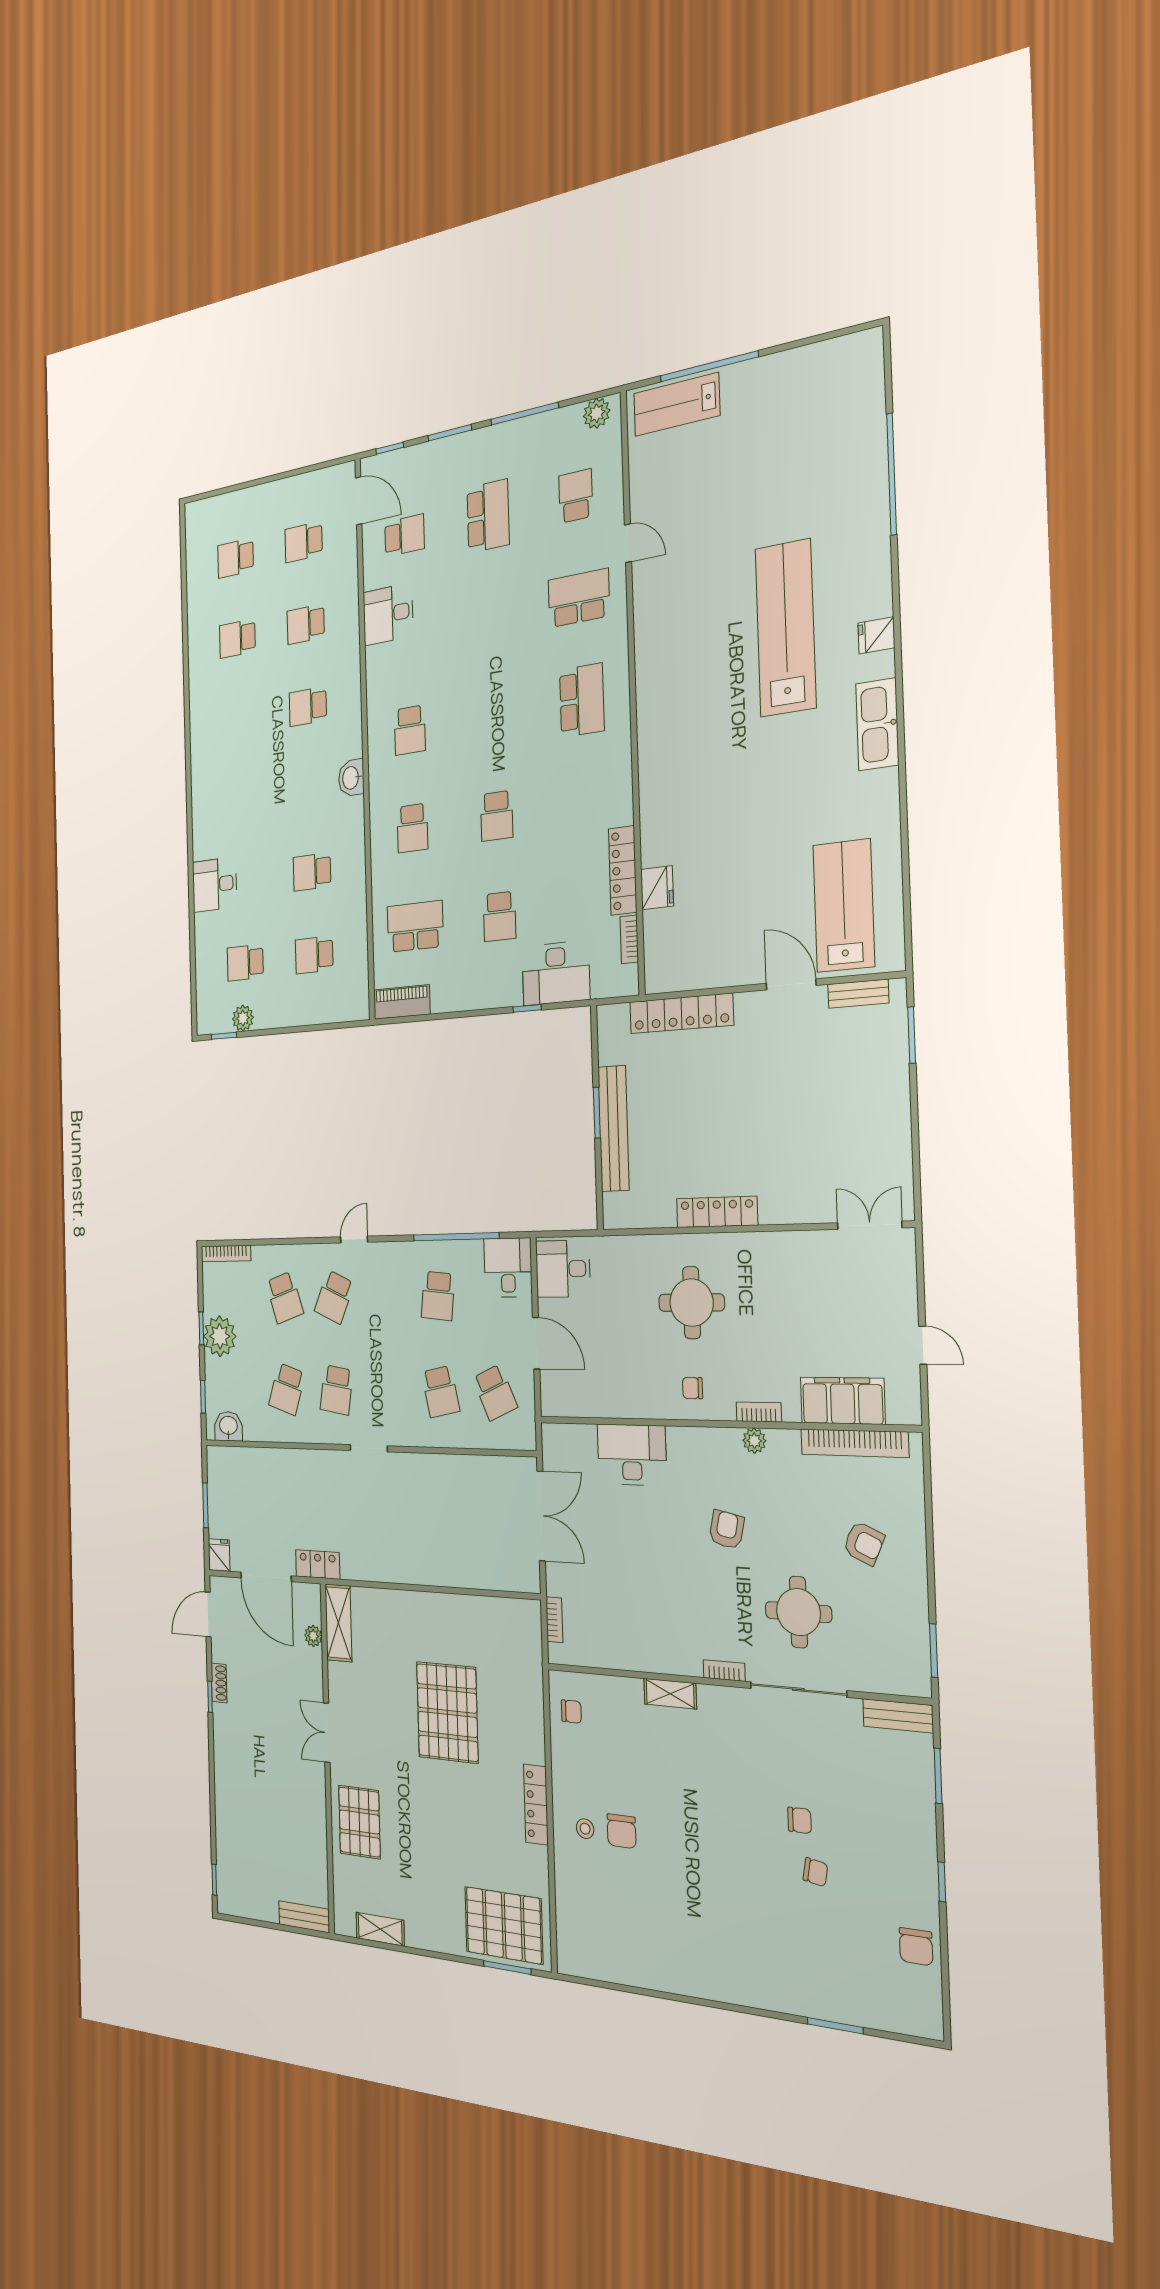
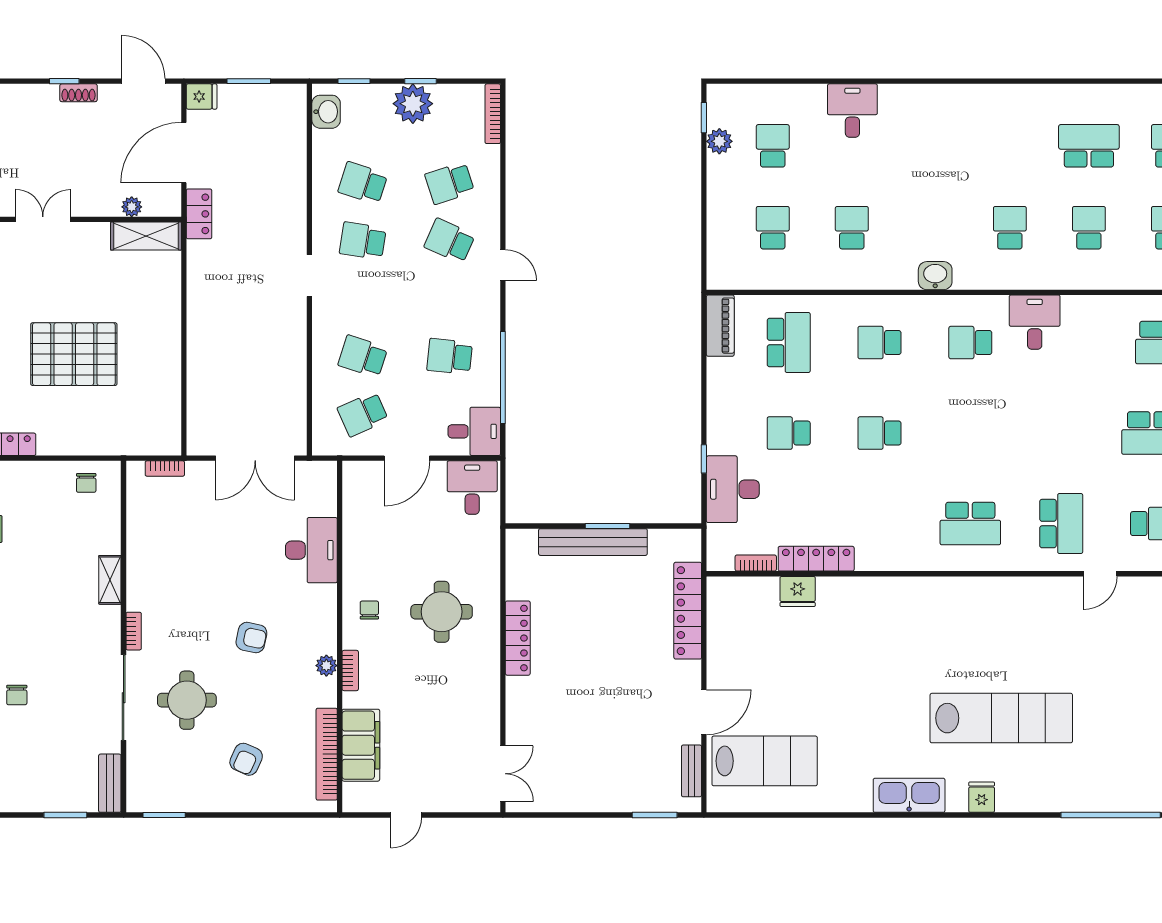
desk: (388, 614) -> (1035, 322), moved
school desk: (237, 639) -> (1089, 146), width x1.85
school desk: (441, 1392) -> (363, 356), turned 30

